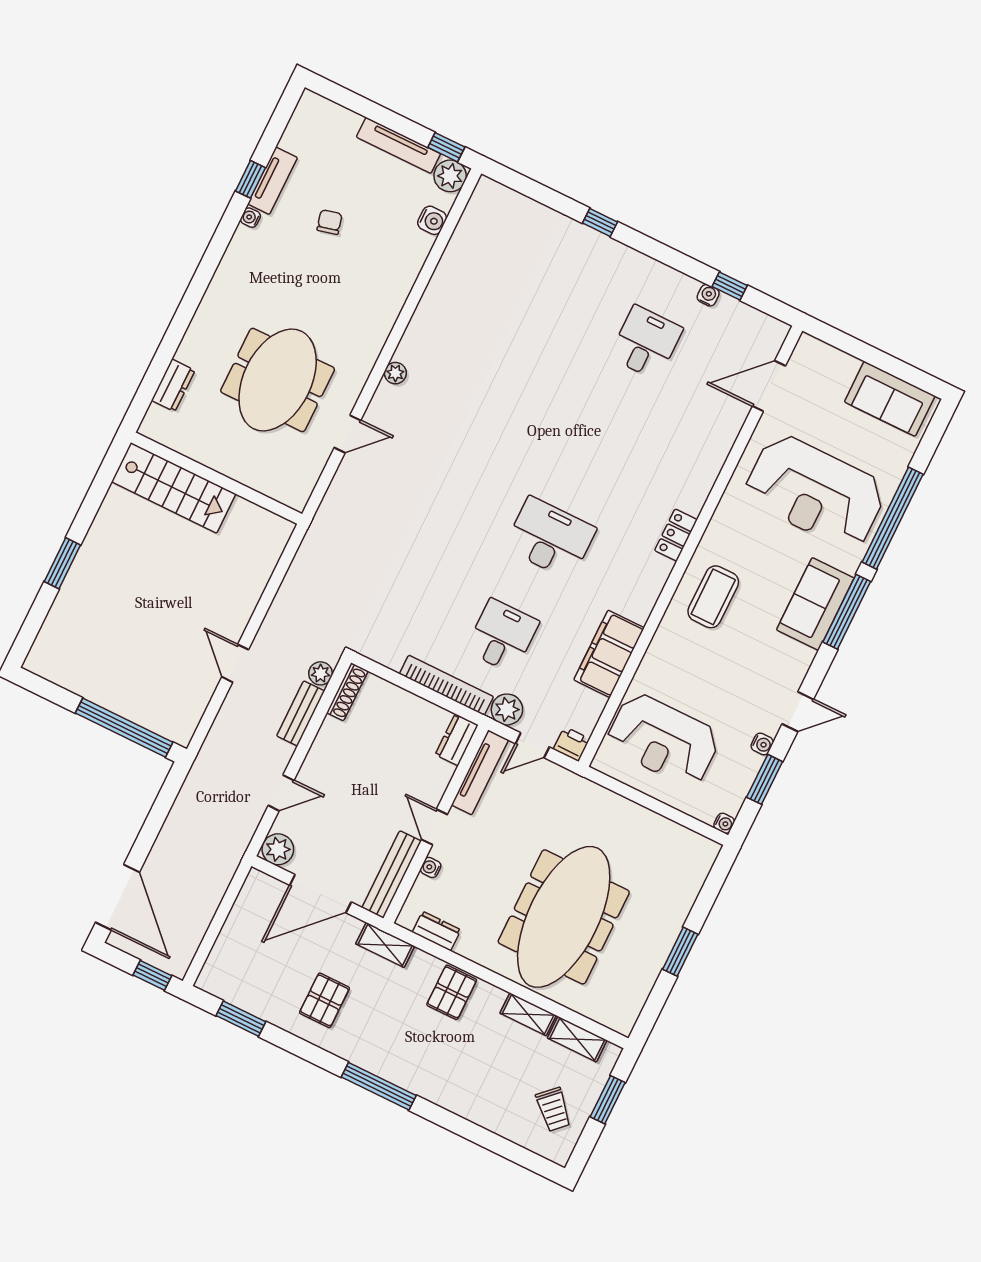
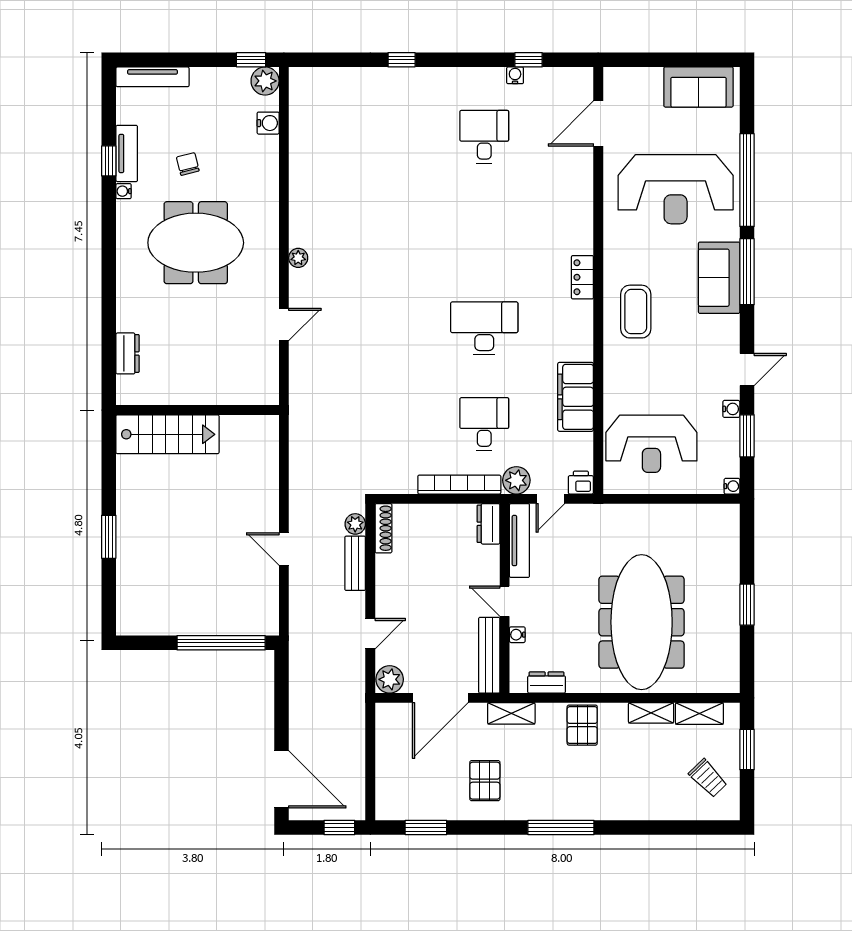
tv unit: (398, 145) -> (153, 77), moved
meeting table: (278, 380) -> (196, 243), moved, turned 90

